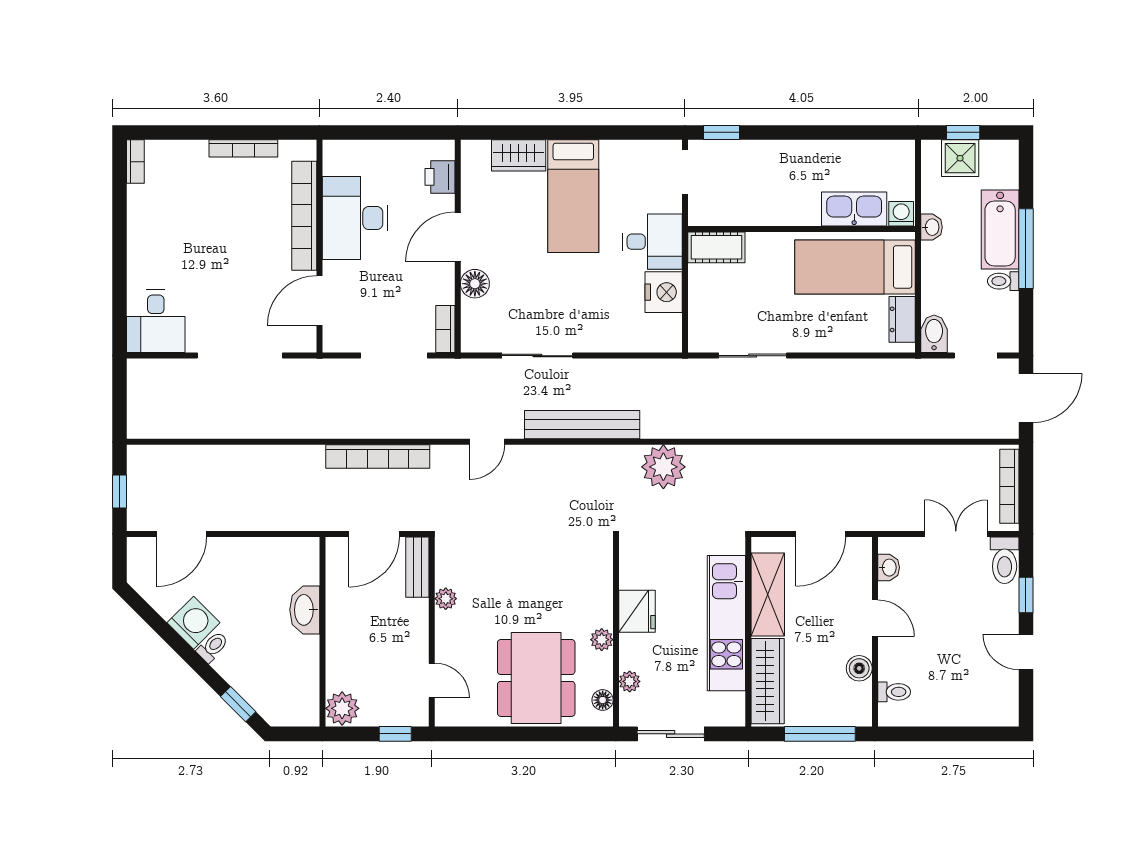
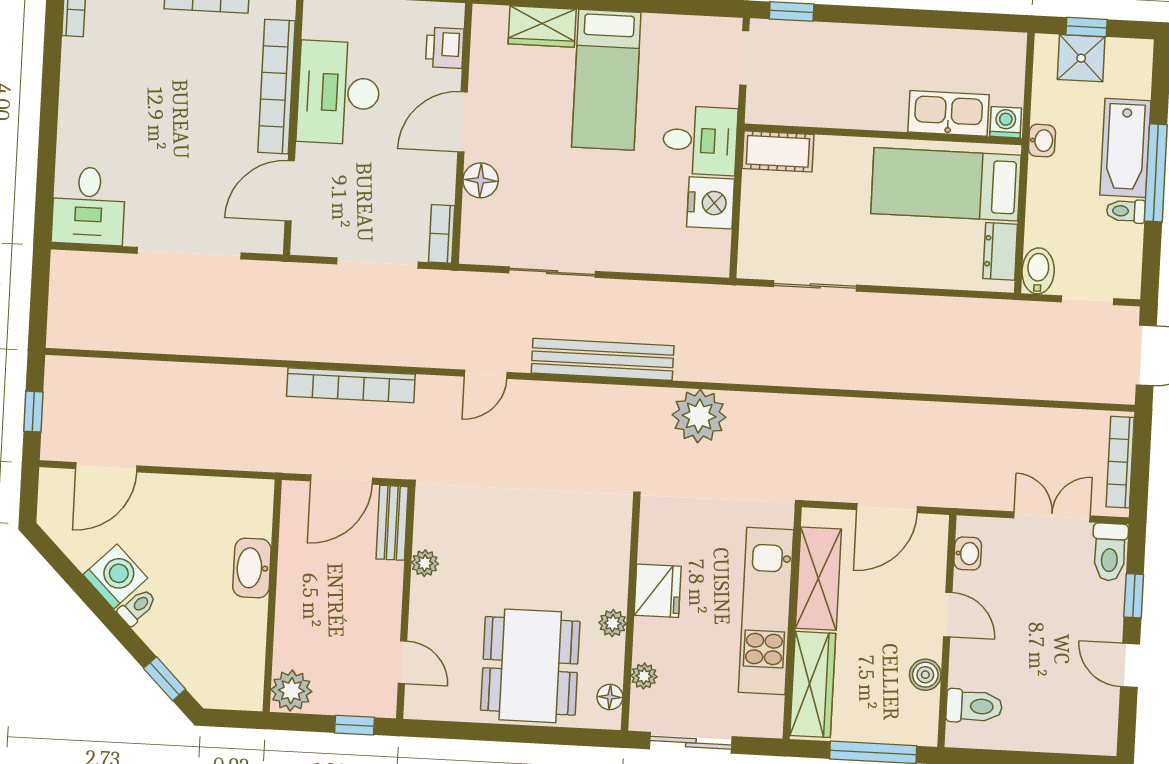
toilet: (894, 692) -> (974, 706), width x1.37, depth x1.39

